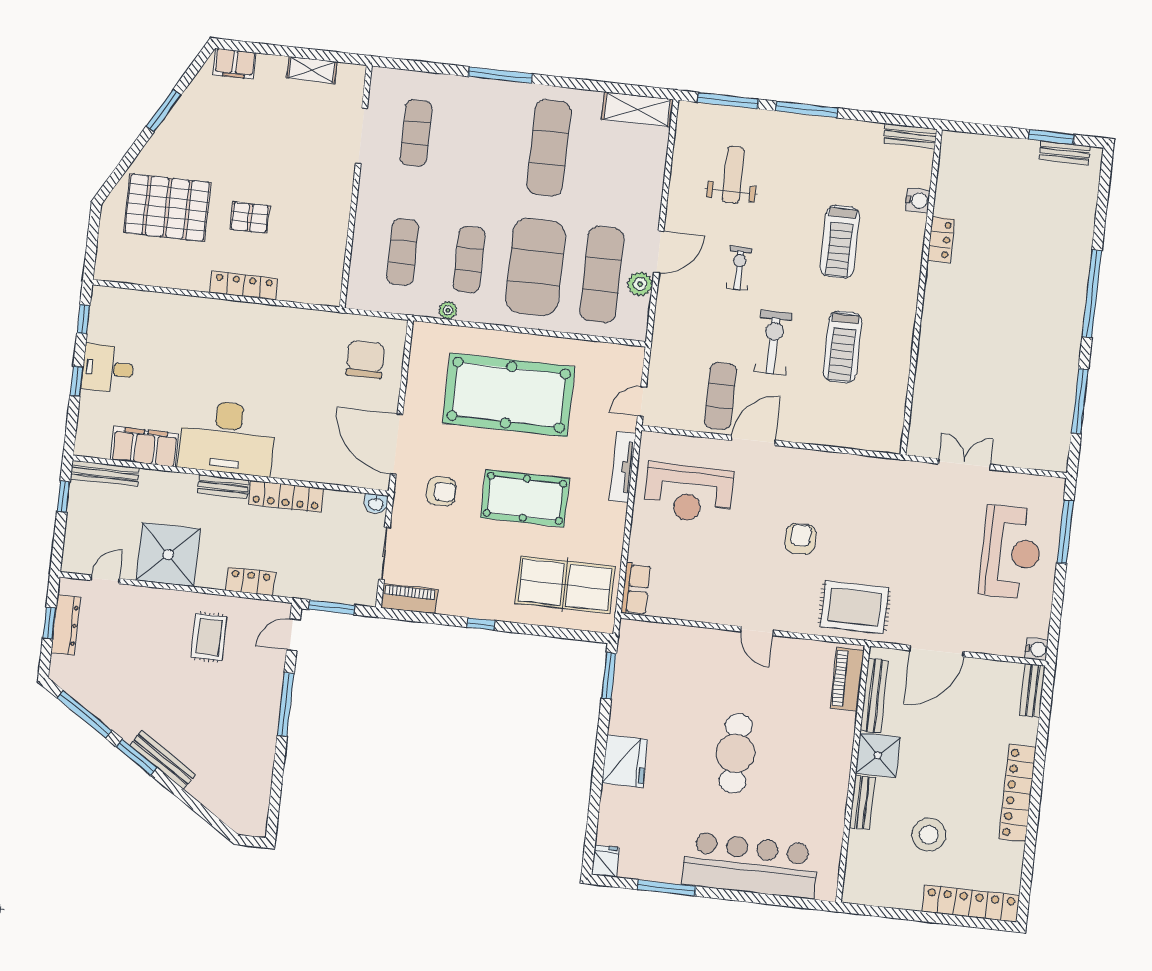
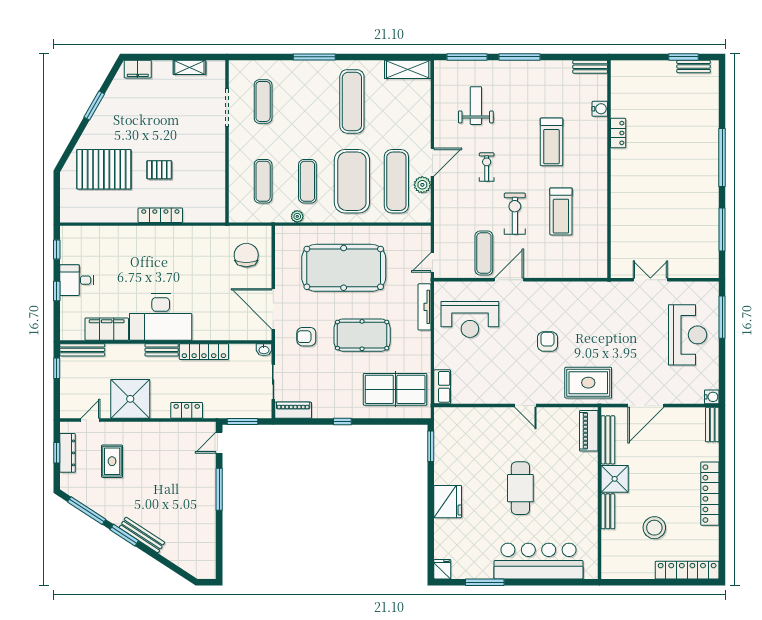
armchair: (441, 491) -> (306, 337), turned 180
rug: (209, 637) -> (112, 461), moved

